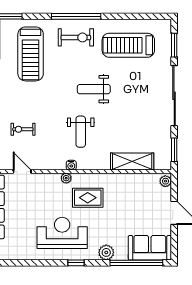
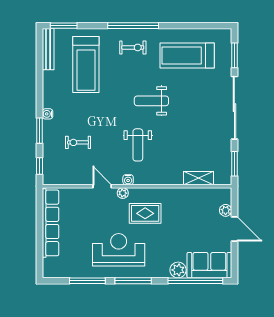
exercise bike: (76, 37) -> (133, 47), width x0.73, depth x0.72
shelving: (132, 162) -> (199, 178), width x0.67, depth x0.75
door: (22, 172) -> (102, 186), moved
plant: (165, 181) -> (226, 210), moved
plant: (106, 252) -> (178, 270), moved
window: (32, 263) -> (87, 281), added
window: (76, 263) -> (133, 281), width x2.17

